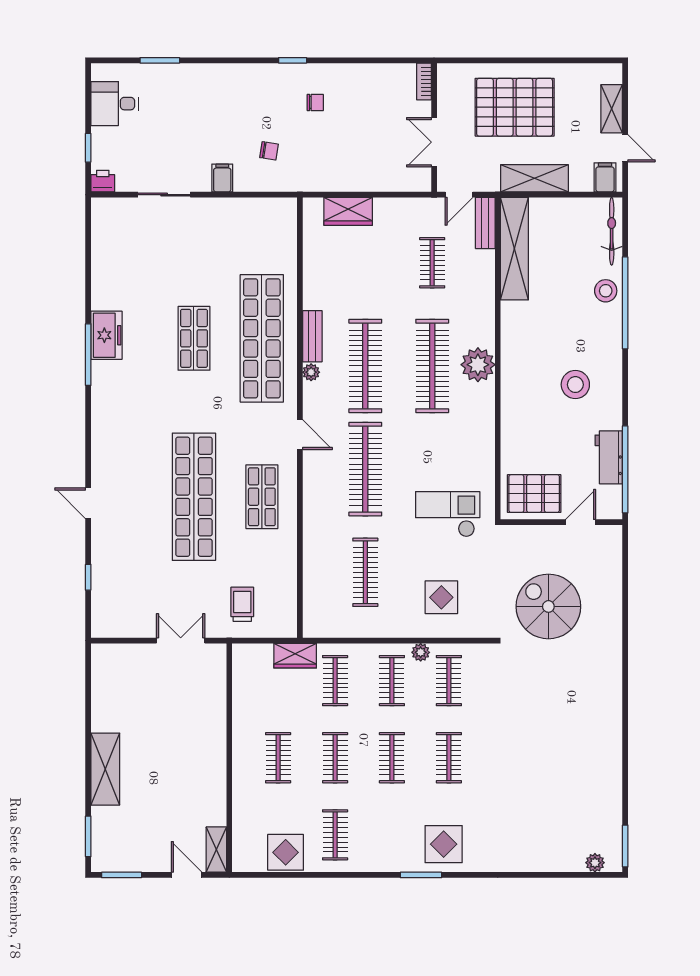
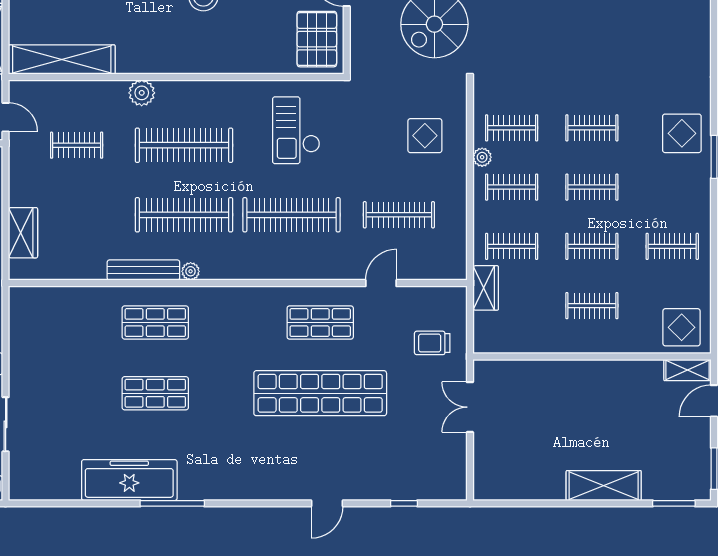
bench: (485, 223) -> (35, 90), removed
freezer: (107, 335) -> (129, 480), width x1.91, depth x1.26
bench: (312, 336) -> (143, 270), width x1.36
shop shelf: (262, 338) -> (155, 323), width x0.50, depth x0.74
plant: (478, 365) -> (142, 93), moved, width x0.73, depth x0.73
door: (300, 435) -> (381, 283), moved
checkout: (448, 514) -> (296, 130), moved
display table: (286, 852) -> (682, 327), moved

